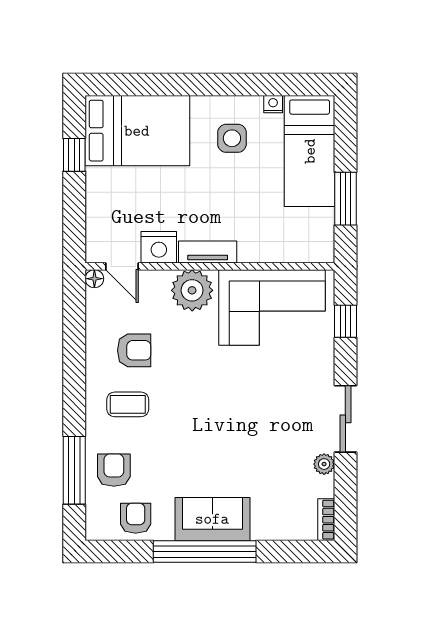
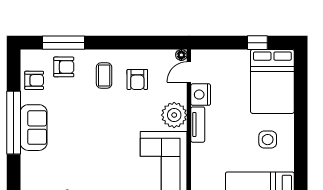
nightstand: (273, 104) -> (289, 165), removed

